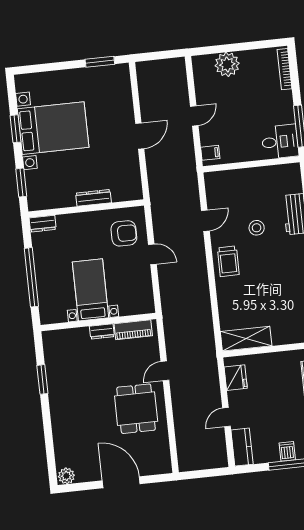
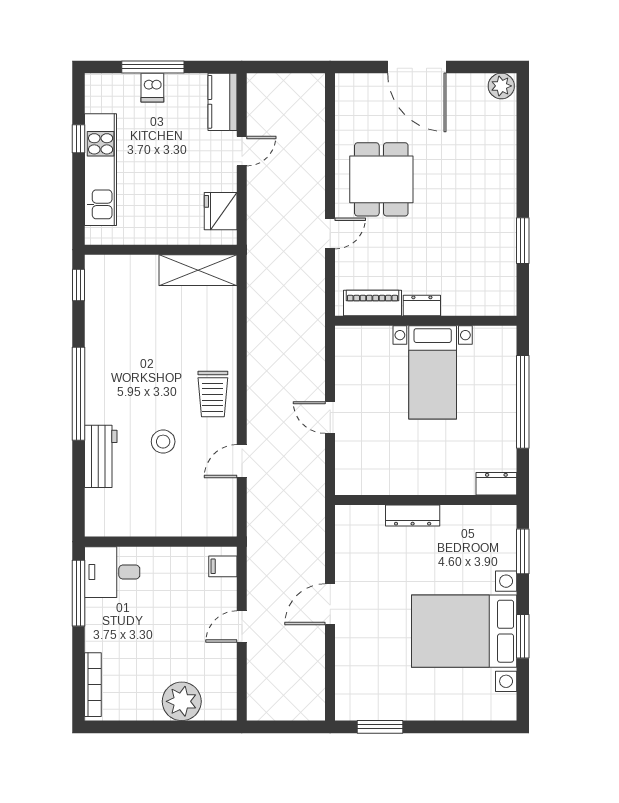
armchair: (124, 233) -> (371, 455), removed
trolley: (228, 261) -> (213, 394), turned 180

